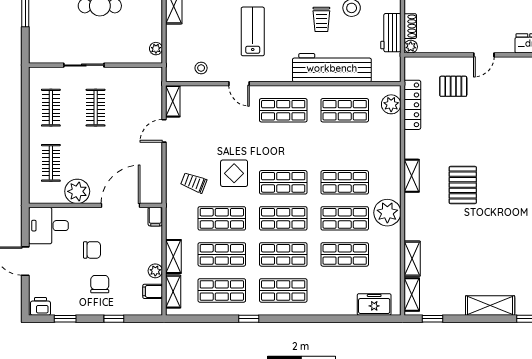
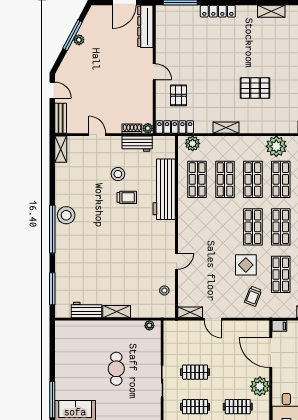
lab bench: (253, 31) -> (136, 251), removed
locker: (412, 105) -> (175, 127), moved
shop shelf: (283, 110) -> (225, 179), moved
shelving: (412, 176) -> (226, 128), moved

